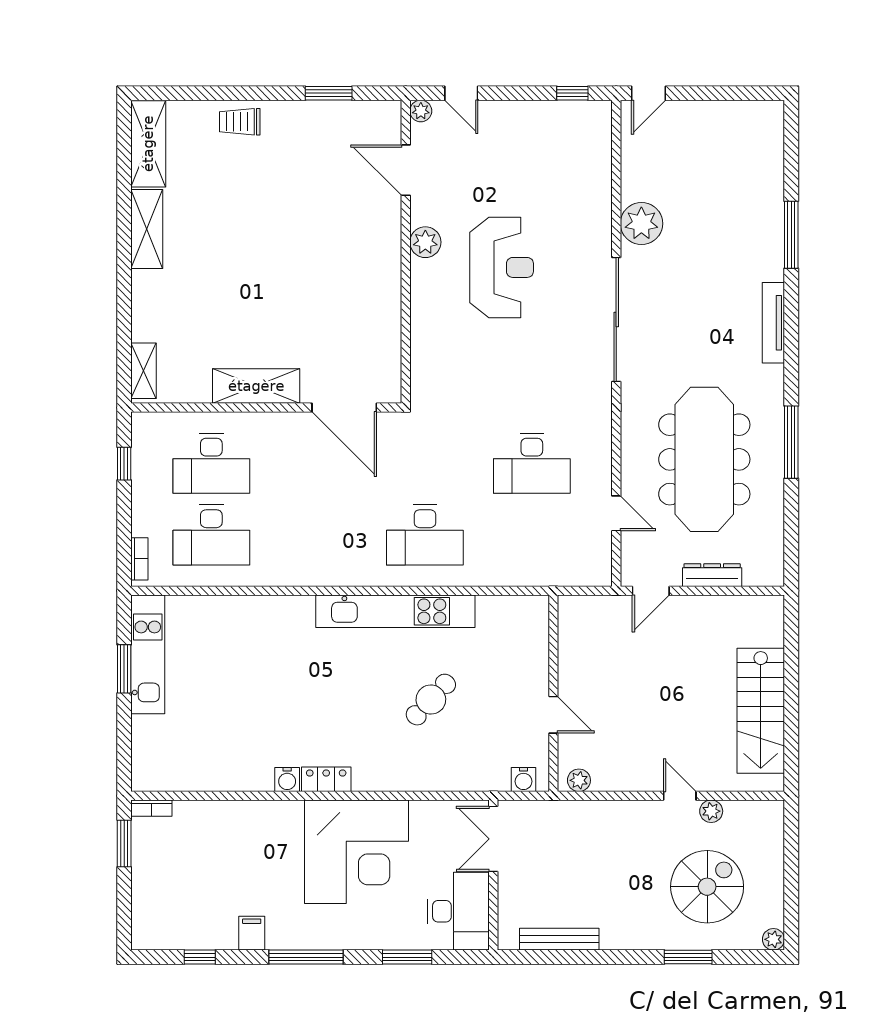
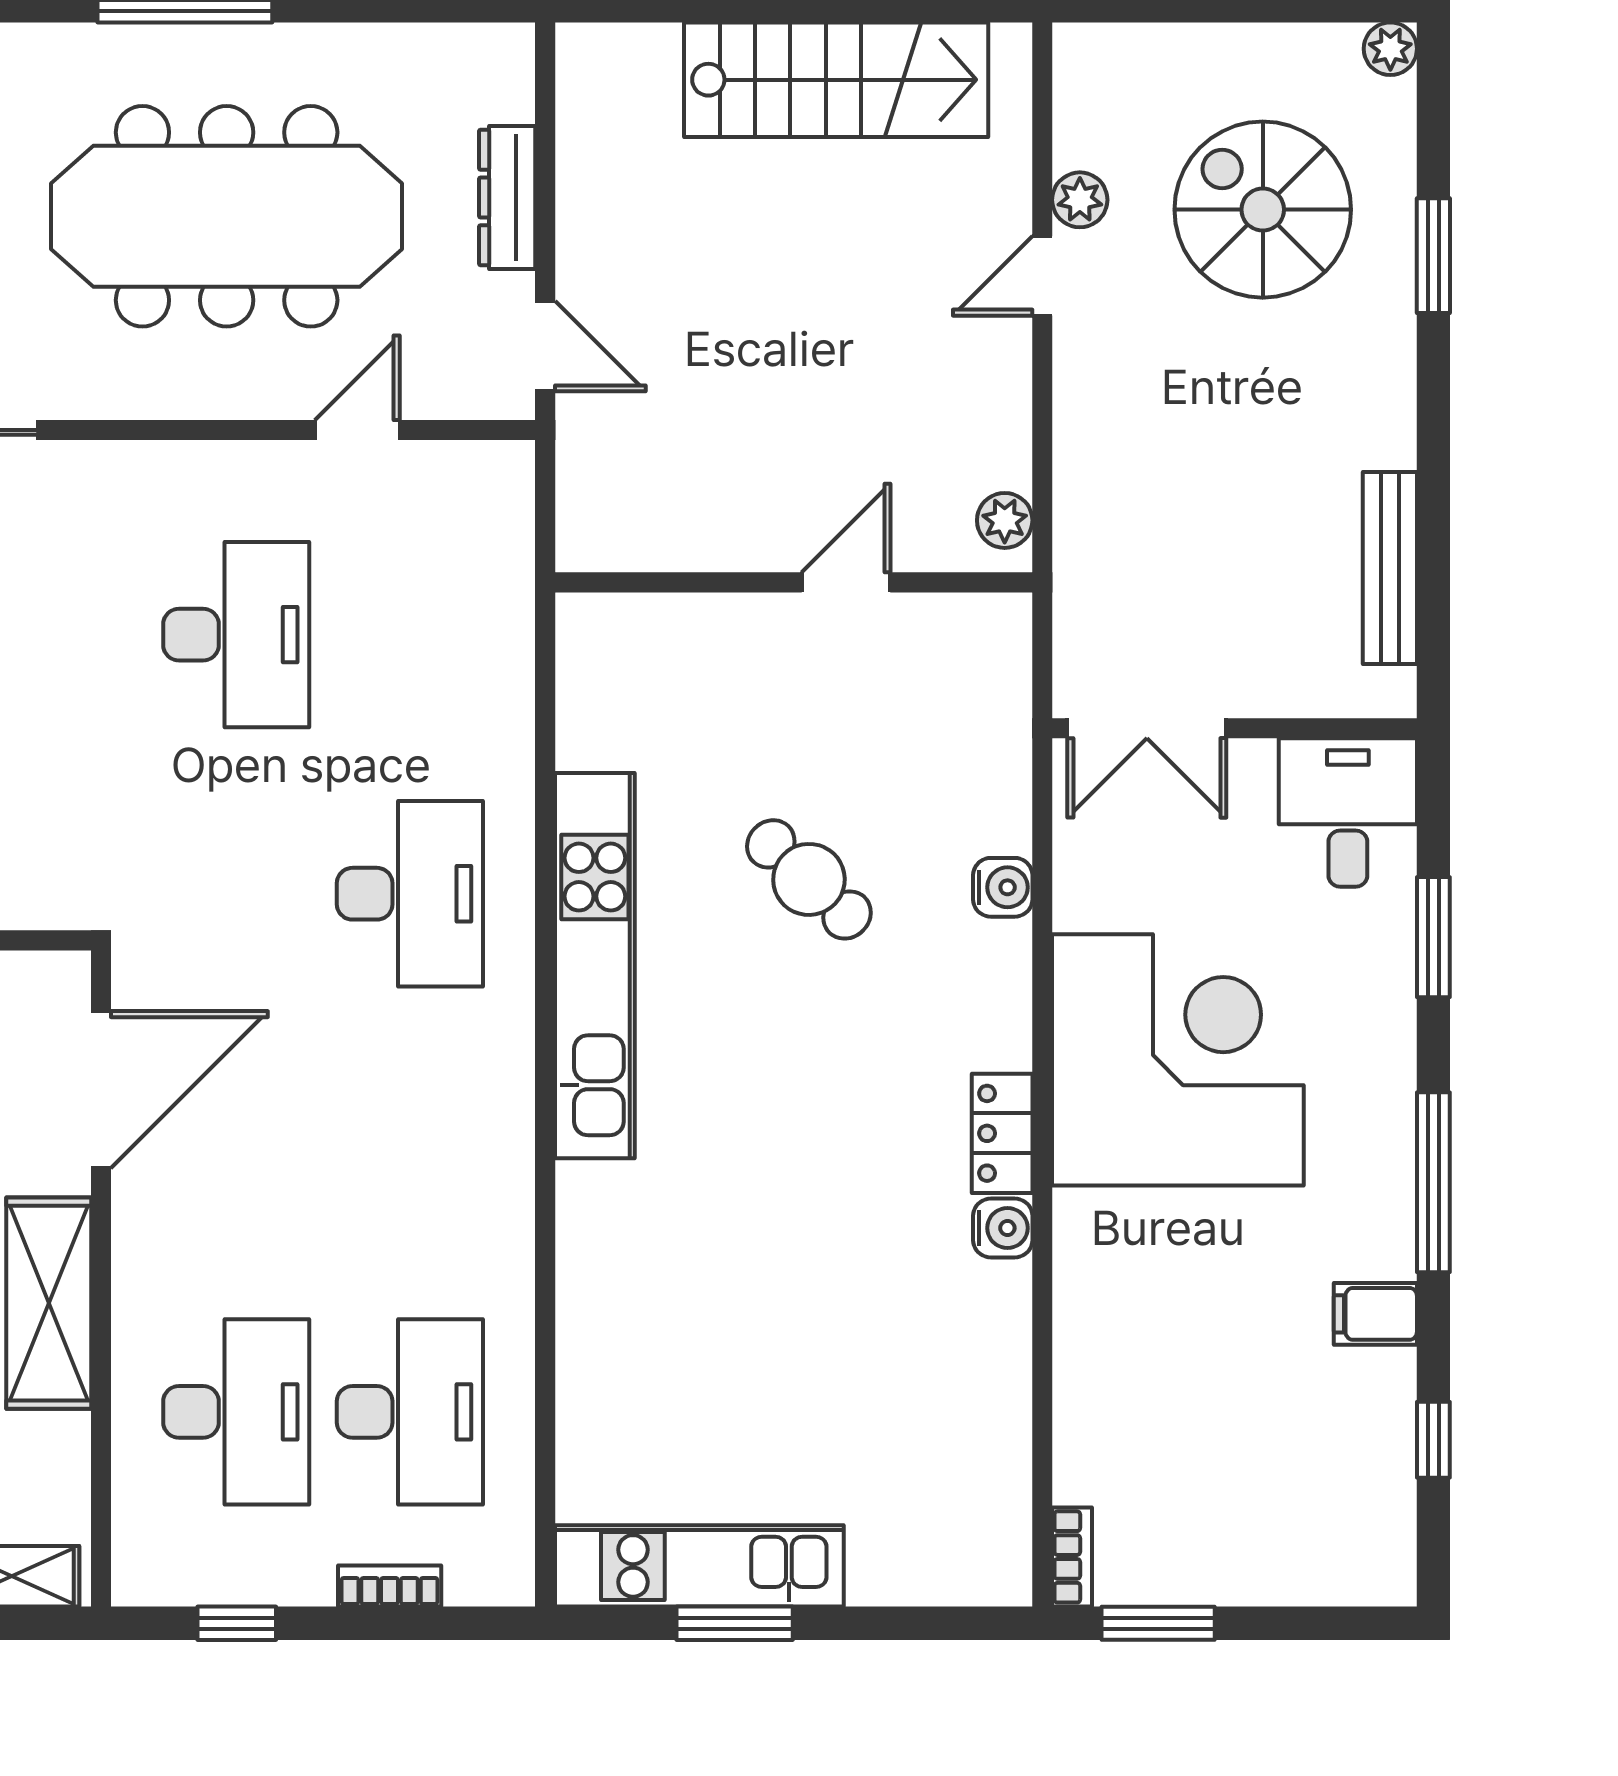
bookcase: (139, 559) -> (390, 1586), moved
water cooler: (523, 779) -> (1003, 887), moved
desk: (458, 911) -> (1348, 813), width x0.73

